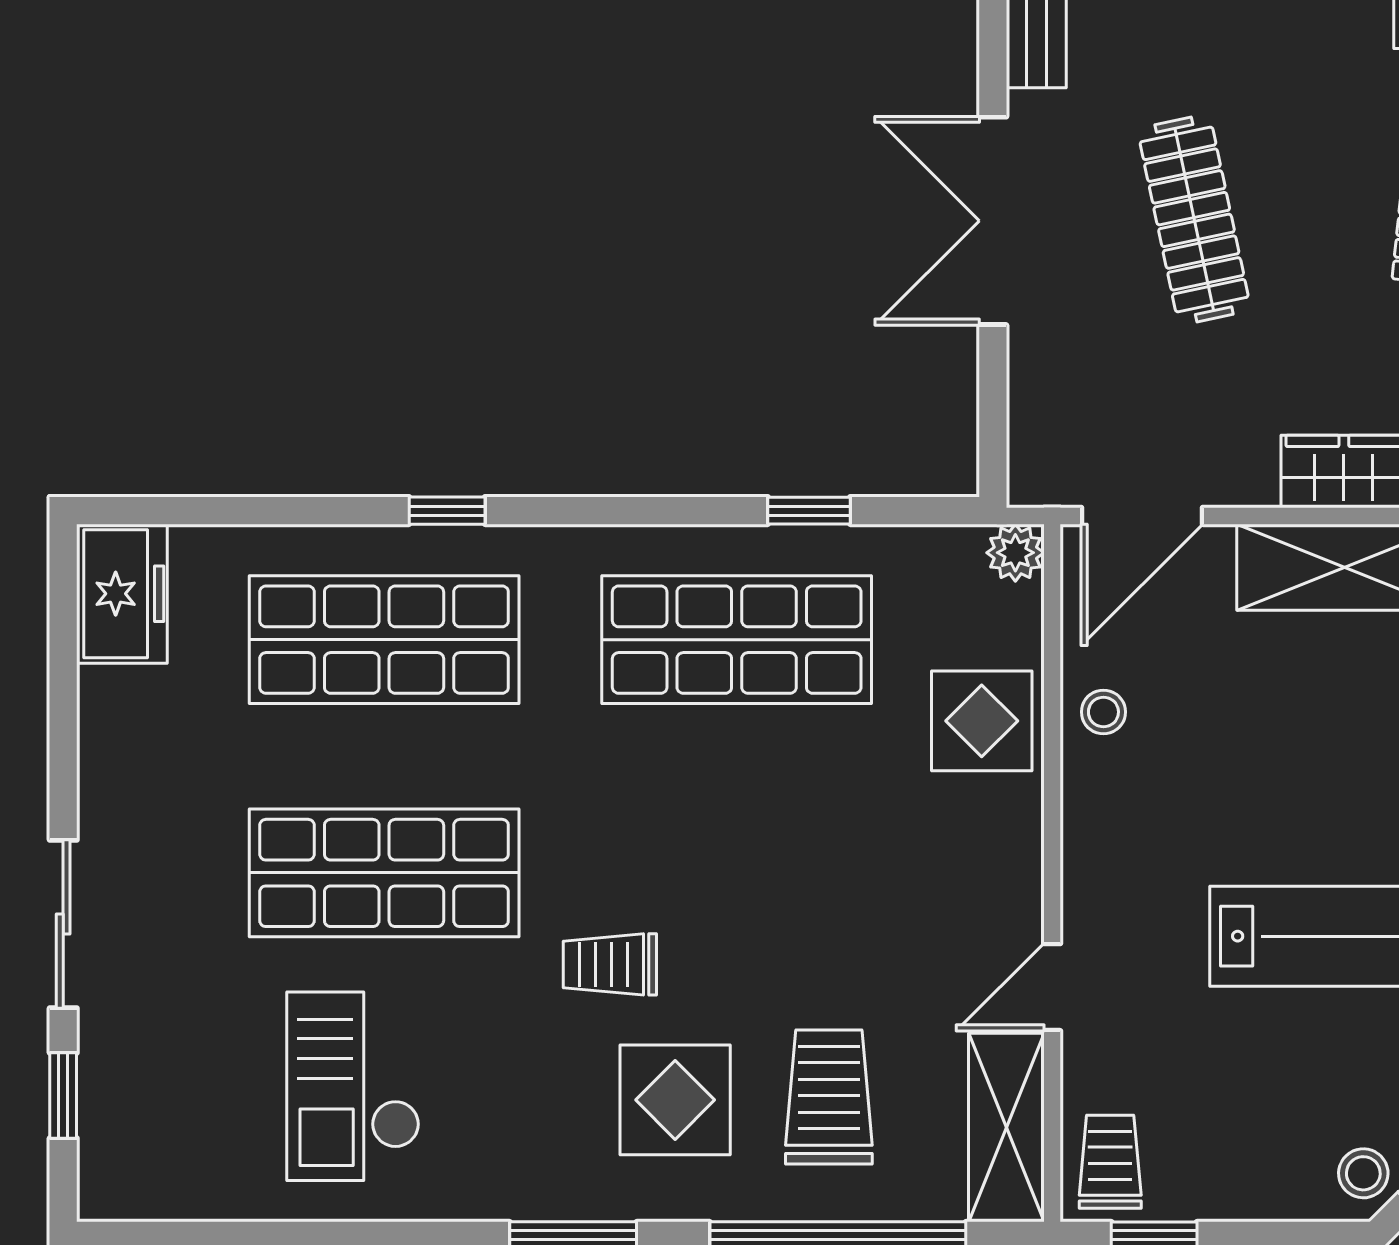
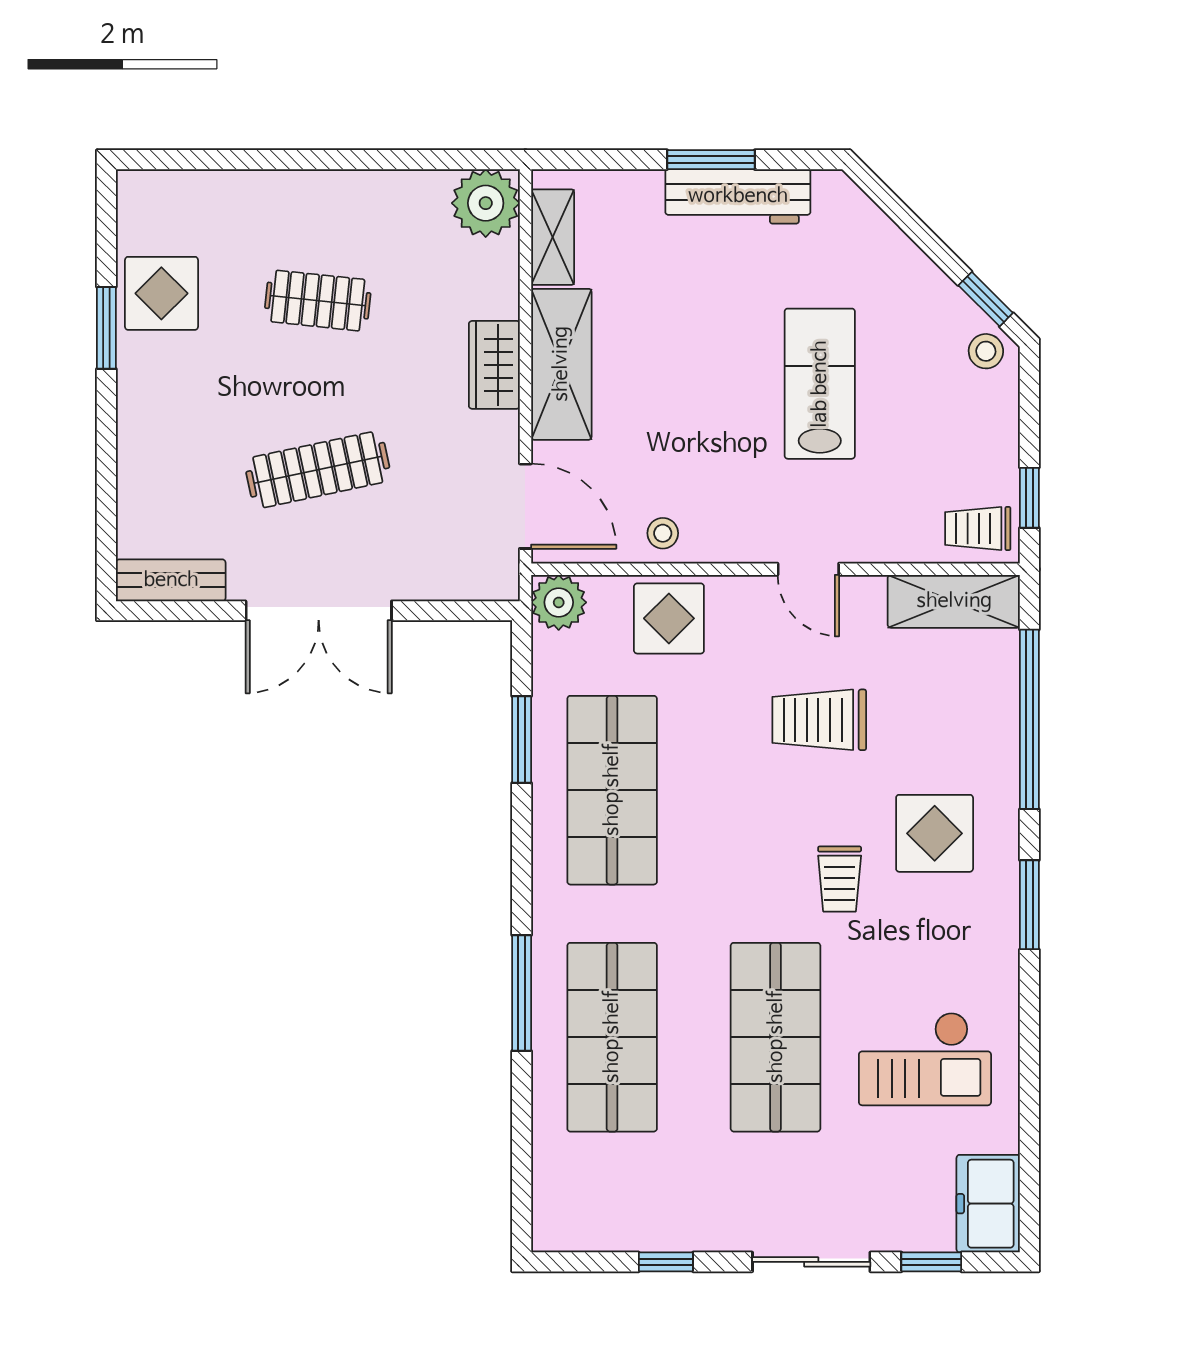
window: (447, 511) -> (522, 993), width x2.17
window: (809, 511) -> (522, 739), width x1.50
plant: (1015, 553) -> (559, 602), width x1.38, depth x1.38
freezer: (122, 594) -> (988, 1204), moved, turned -90
window: (63, 716) -> (666, 1262), added
door: (1052, 987) -> (808, 569), moved
trolley: (829, 1097) -> (819, 720), moved

